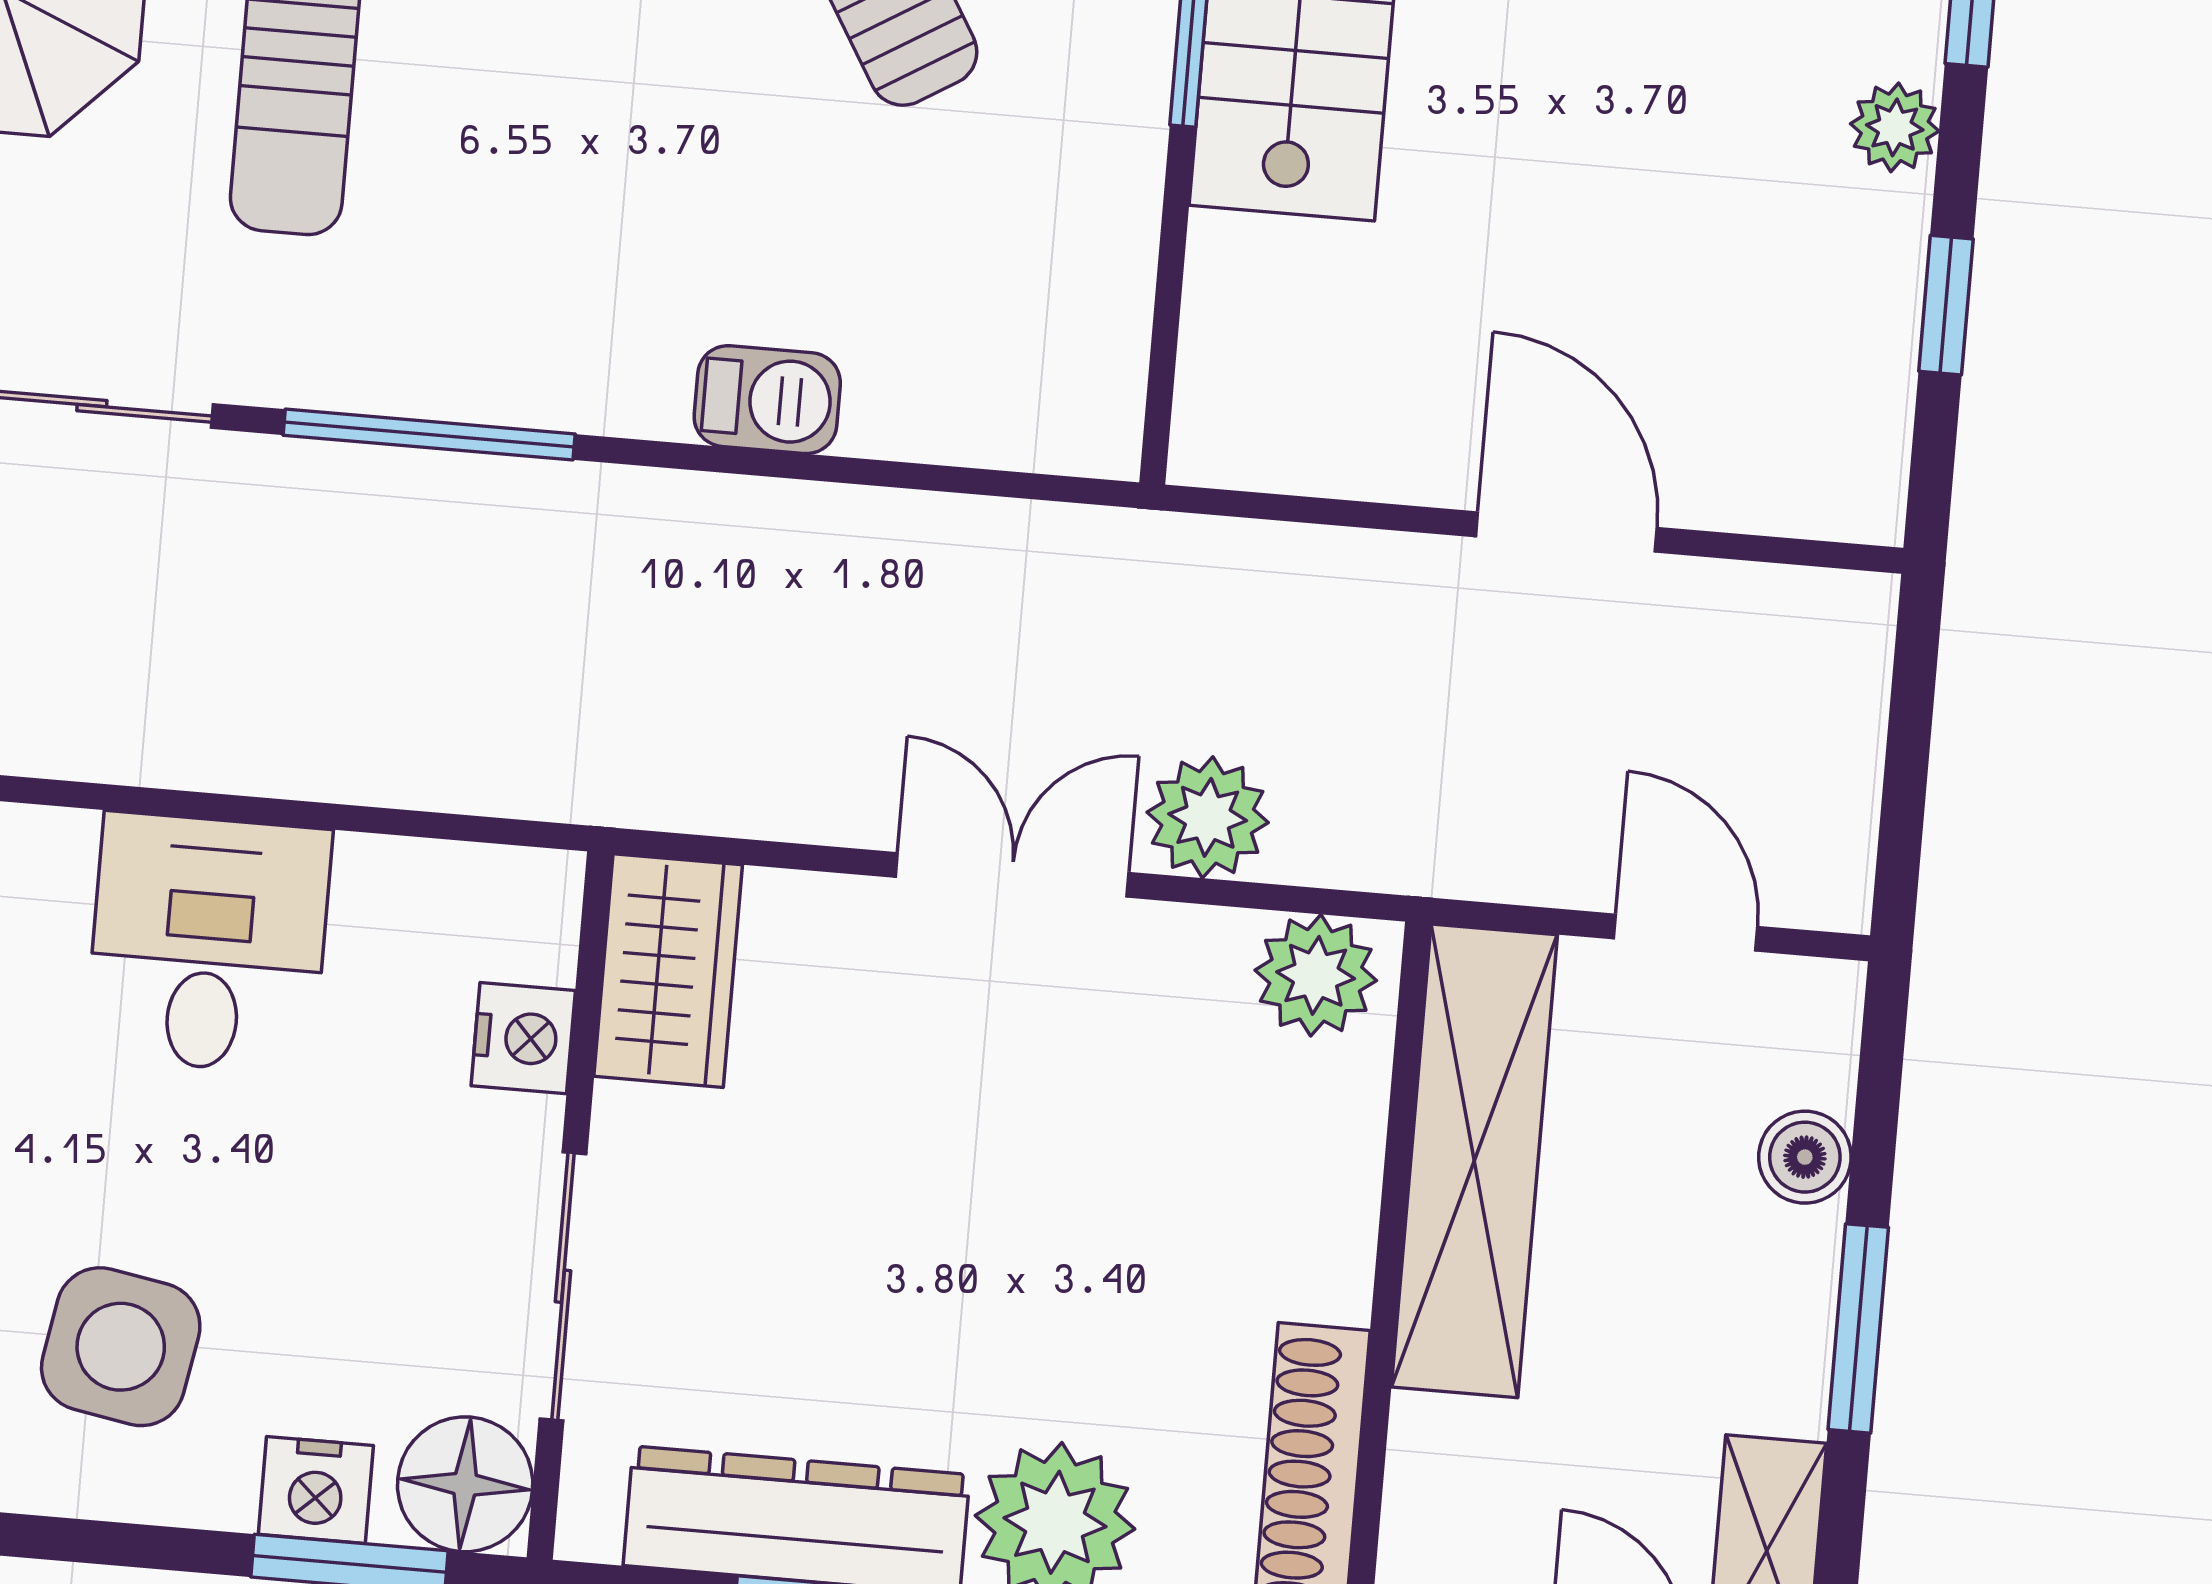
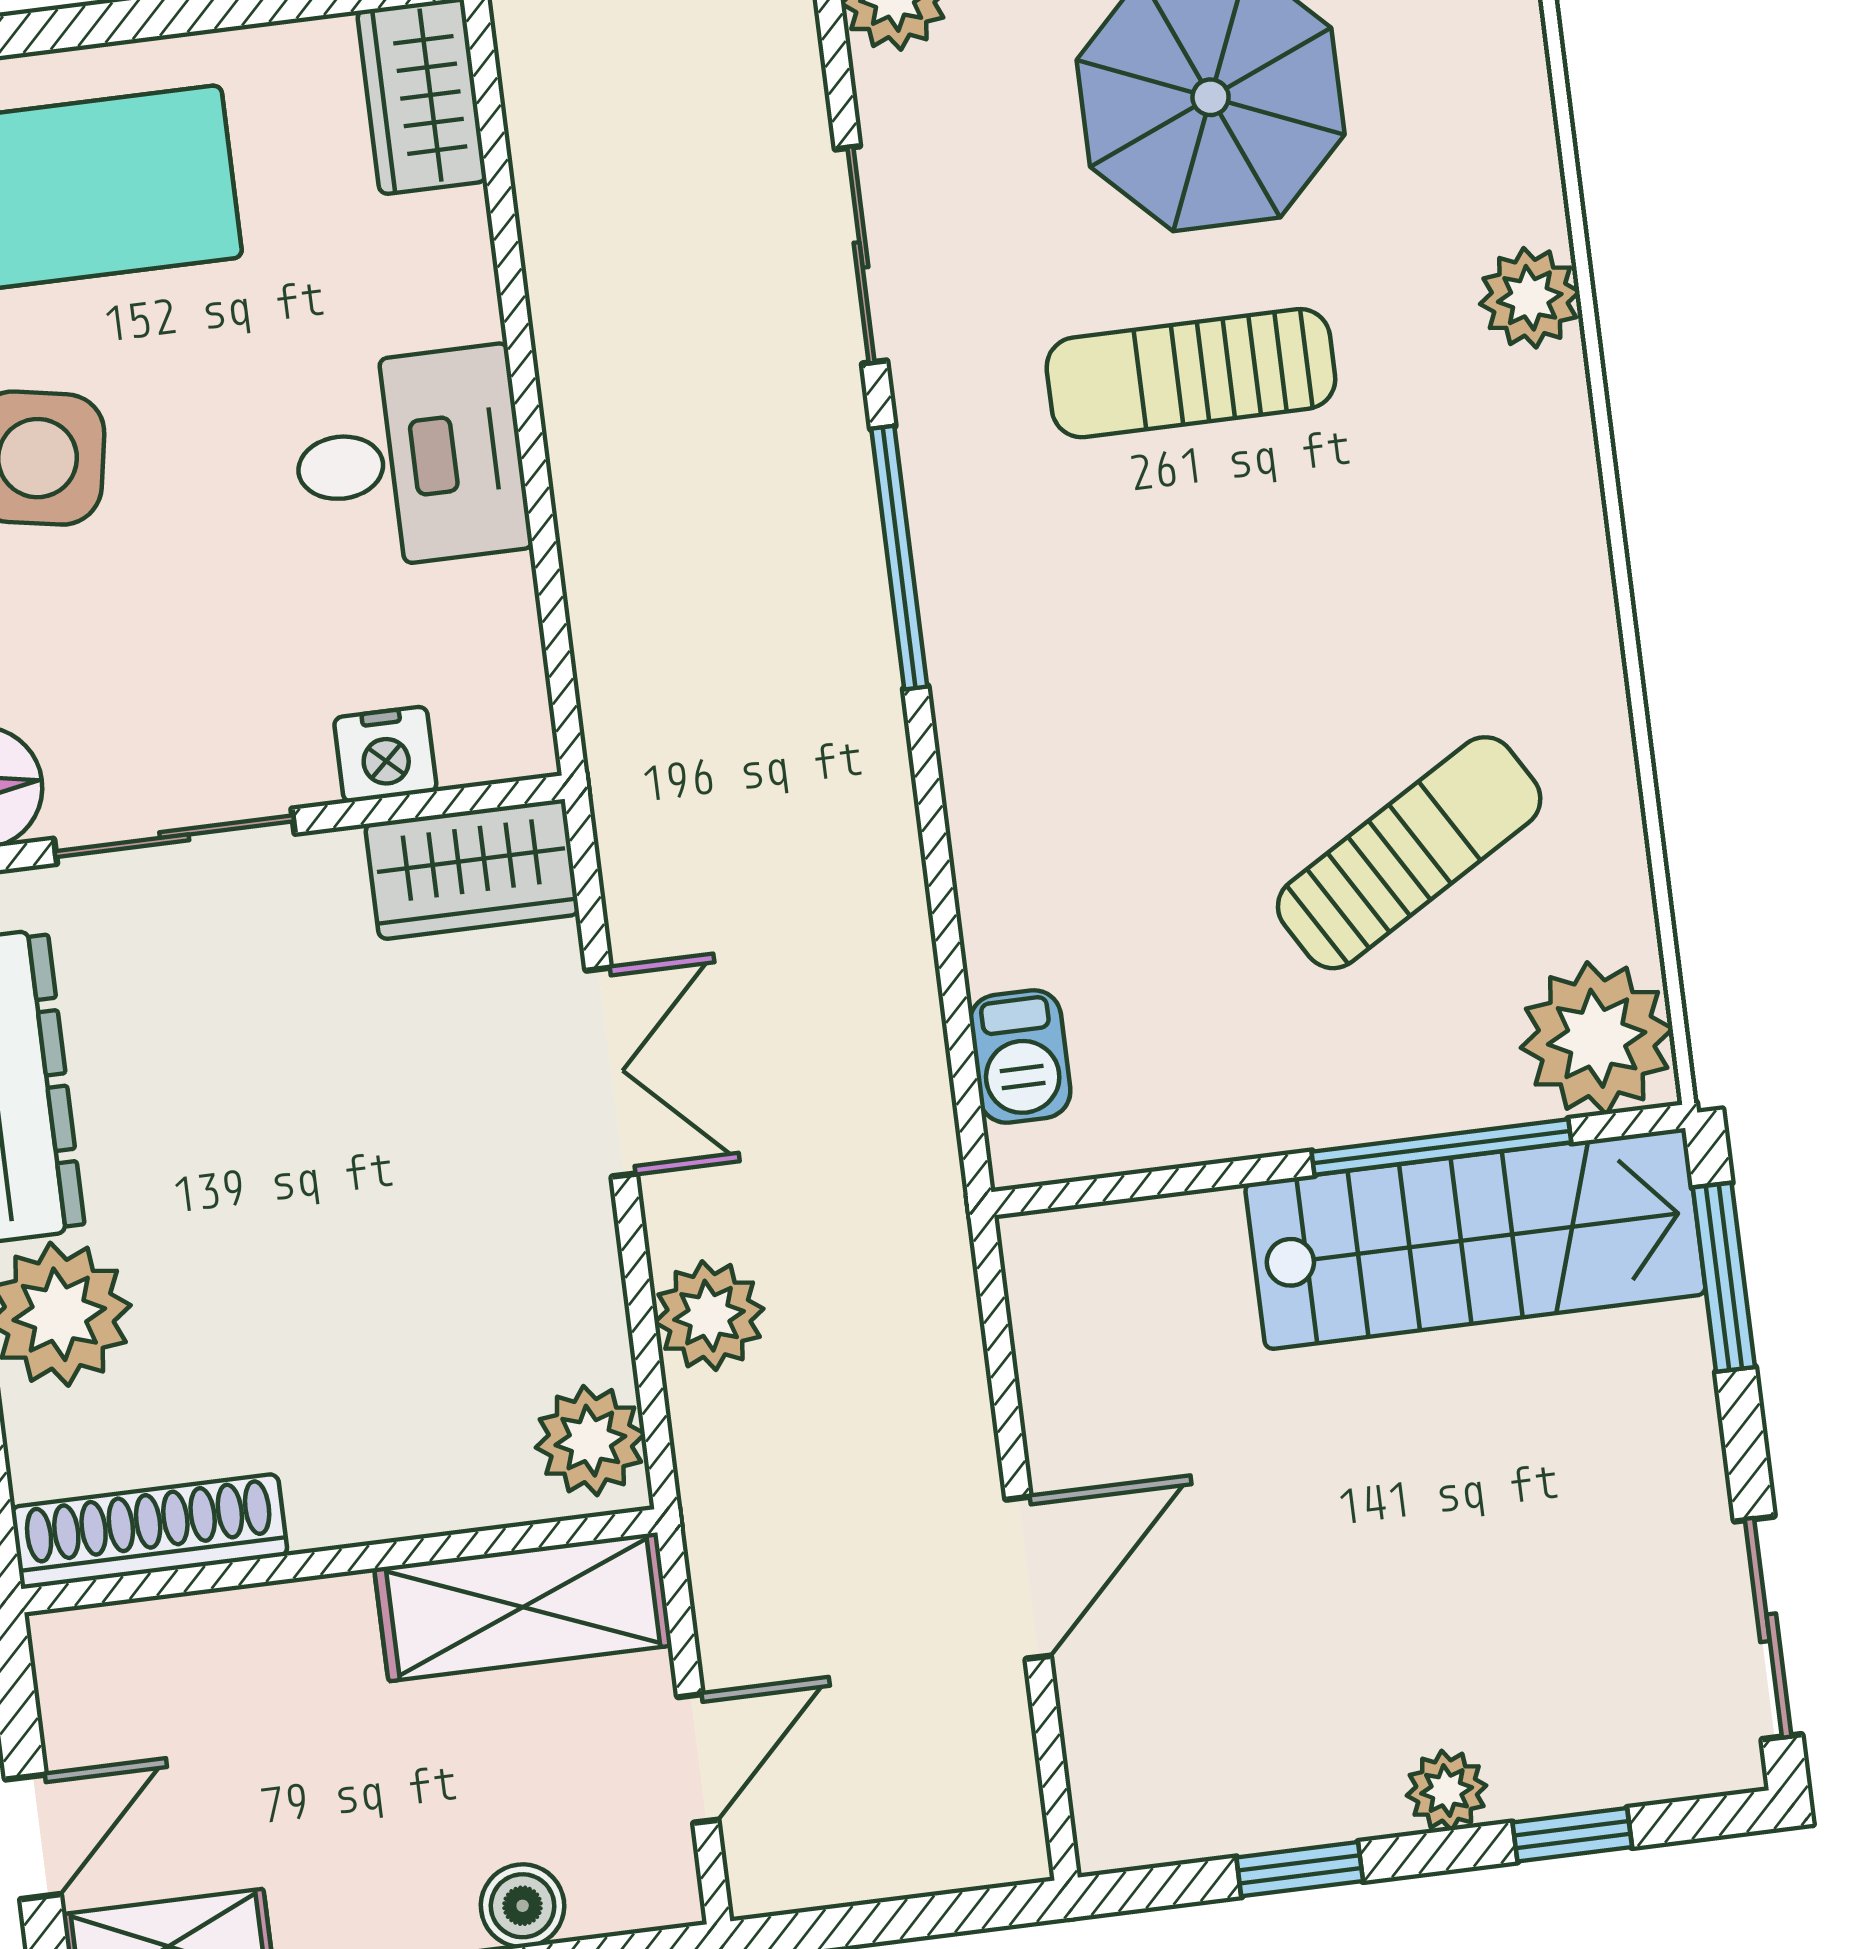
barbecue: (767, 400) -> (1020, 1056), moved
double door: (1012, 875) -> (611, 1072), moved
shelving: (1474, 1161) -> (523, 1607), width x0.68

